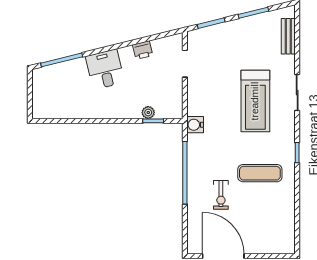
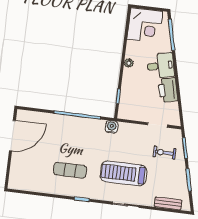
printer: (143, 50) -> (168, 90), width x1.87, depth x1.48
corner desk: (53, 97) -> (145, 25), added
plant: (148, 112) -> (129, 63), moved
exercise mat: (260, 173) -> (70, 170), turned 90
exercise bike: (221, 195) -> (164, 153), moved

